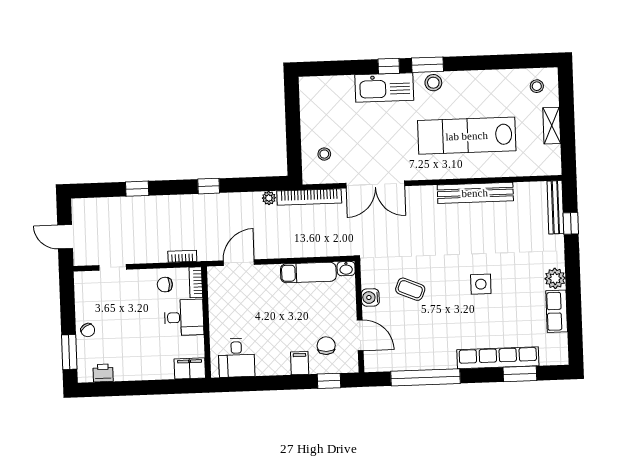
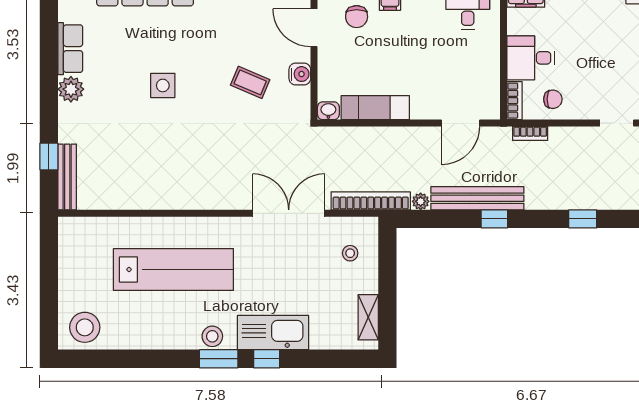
stool: (537, 86) -> (85, 327), width x1.89, depth x1.89
shelving: (552, 126) -> (368, 317), moved
bench: (475, 193) -> (477, 198), moved

